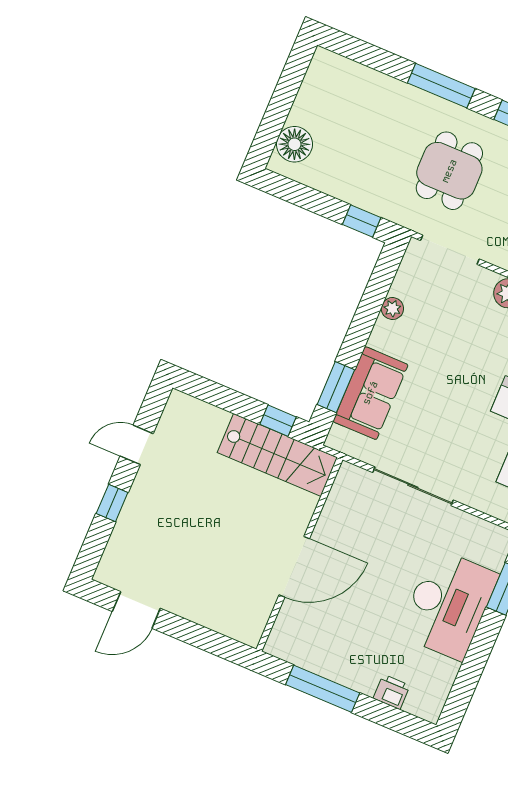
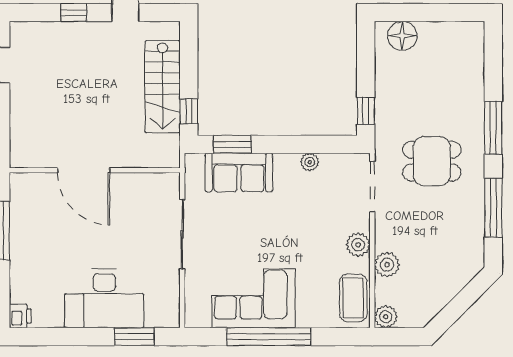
stairs: (277, 455) -> (163, 87), moved
printer: (392, 692) -> (20, 316), moved

